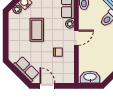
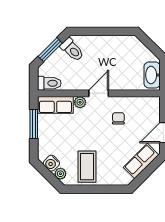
coffee table: (37, 30) -> (87, 167), moved, turned 90
door: (76, 38) -> (99, 93), hinge flipped

